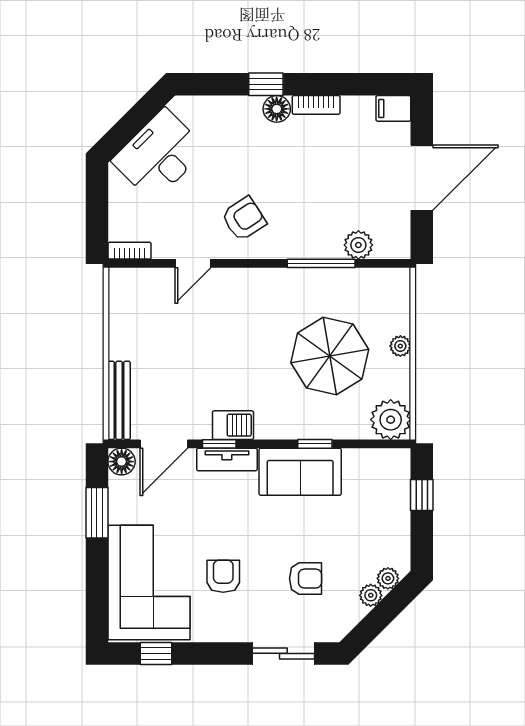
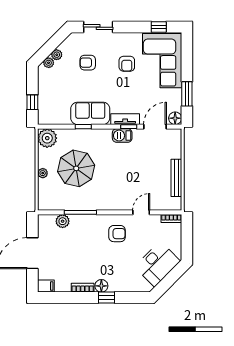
armchair: (244, 219) -> (117, 234), turned -147
bench: (119, 400) -> (176, 178), moved

